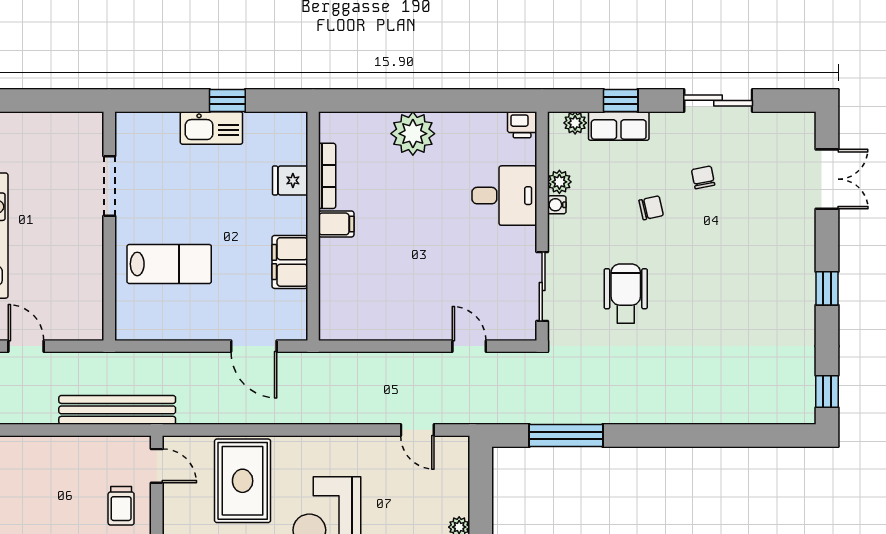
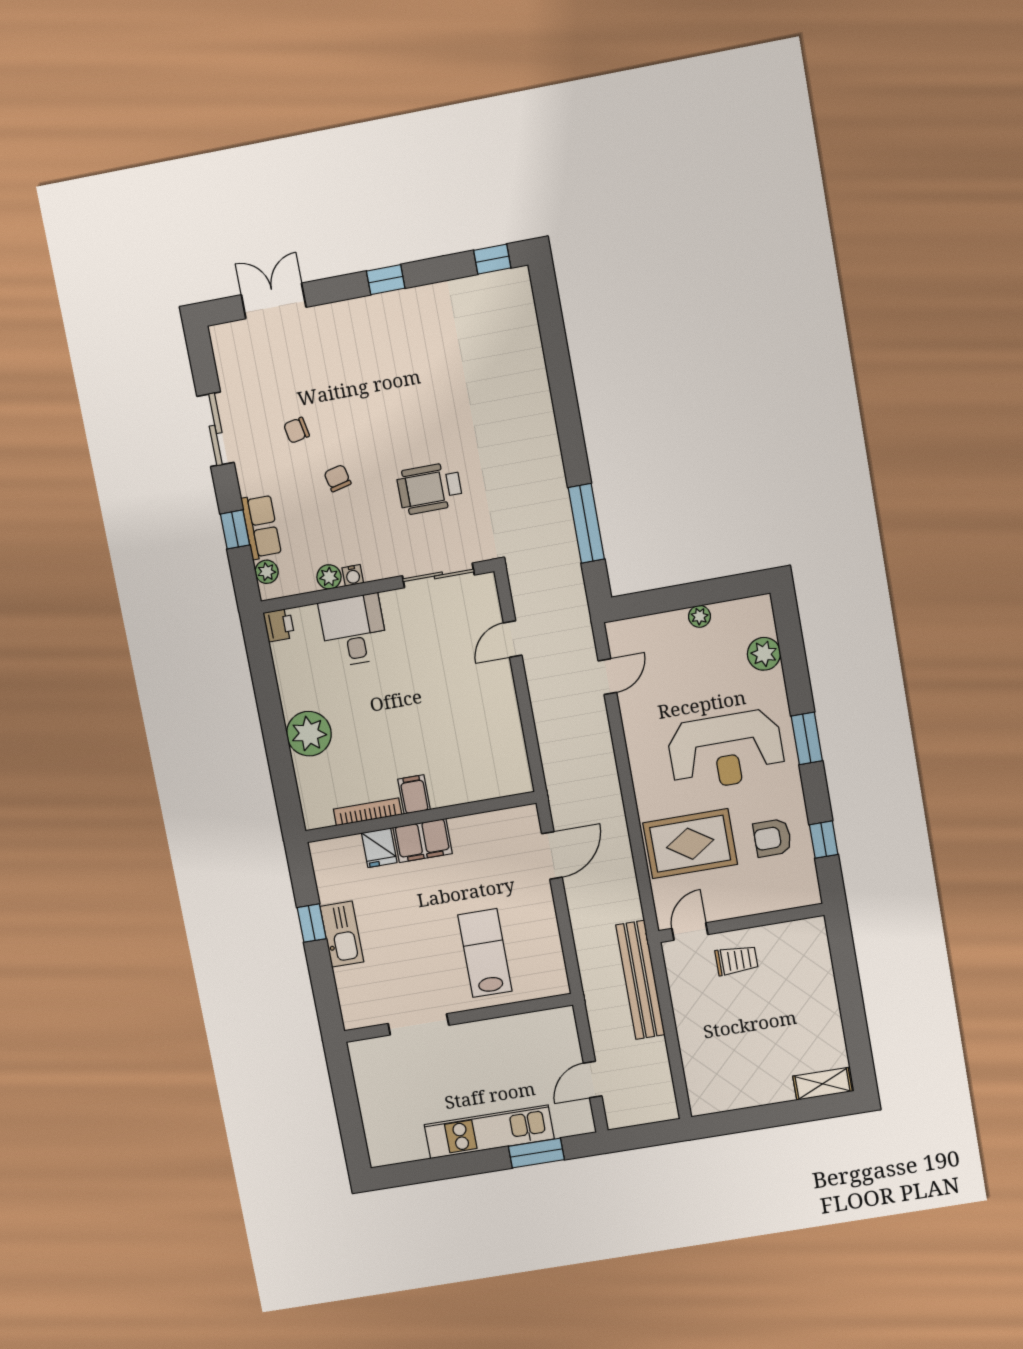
filing cabinet: (290, 262) -> (423, 841), moved

